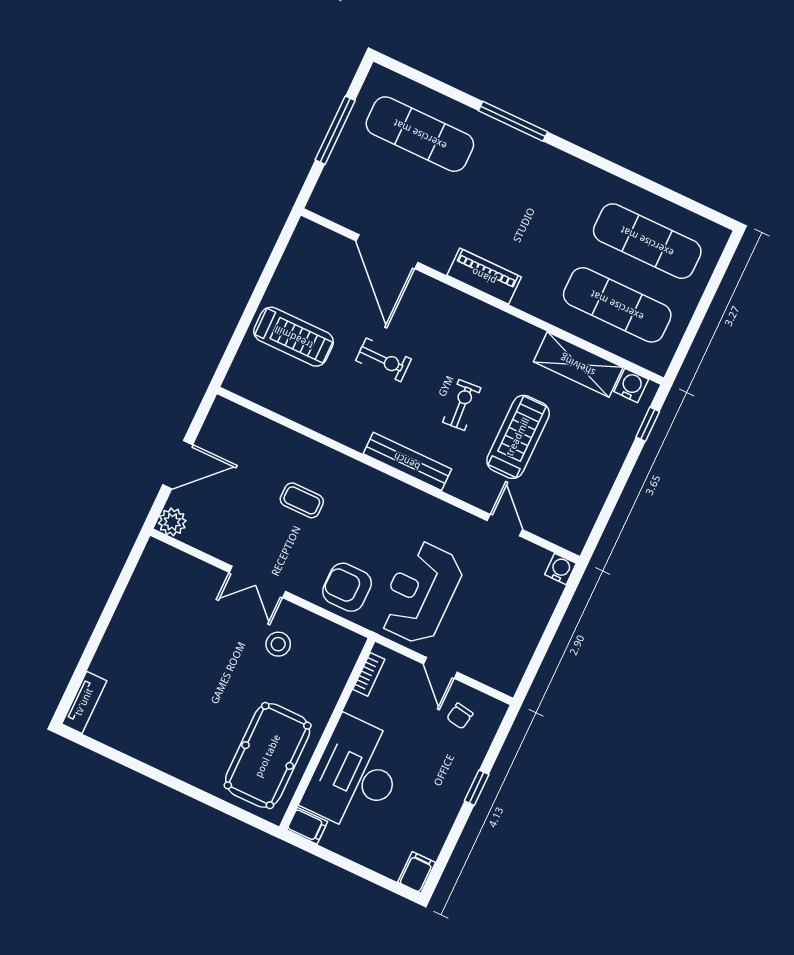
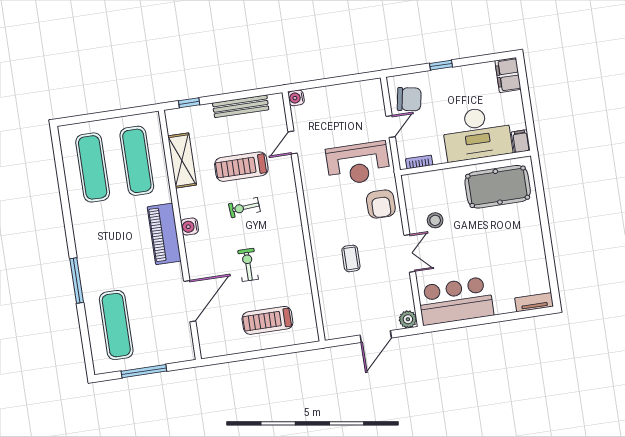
piano: (484, 276) -> (164, 234), width x1.37, depth x1.33
treadmill: (294, 337) -> (267, 320), turned -90
water cooler: (631, 385) -> (190, 227), moved
bench: (407, 461) -> (241, 106), moved, turned 90
door: (178, 465) -> (376, 336), swing flipped
bar counter: (155, 601) -> (456, 301), added
chair: (460, 716) -> (409, 99), width x1.87, depth x1.87
filing cabinet: (417, 872) -> (508, 75), width x2.00

